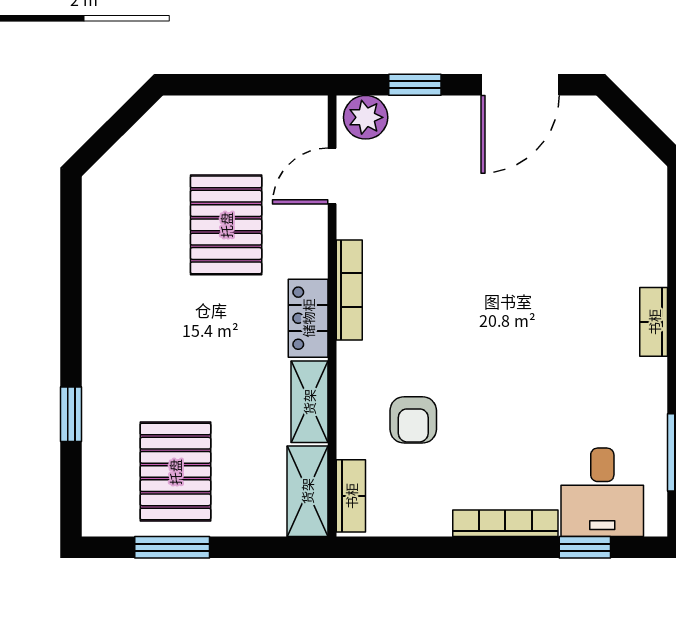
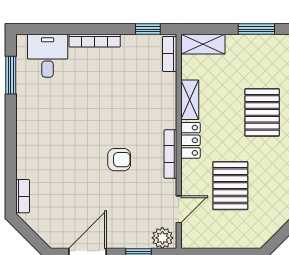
bookcase: (654, 322) -> (23, 196), moved
armchair: (413, 420) -> (119, 160), moved, turned 90
pallet: (175, 472) -> (262, 112), moved
shelving: (307, 491) -> (203, 44), moved, turned 90
window: (585, 547) -> (148, 29), moved

